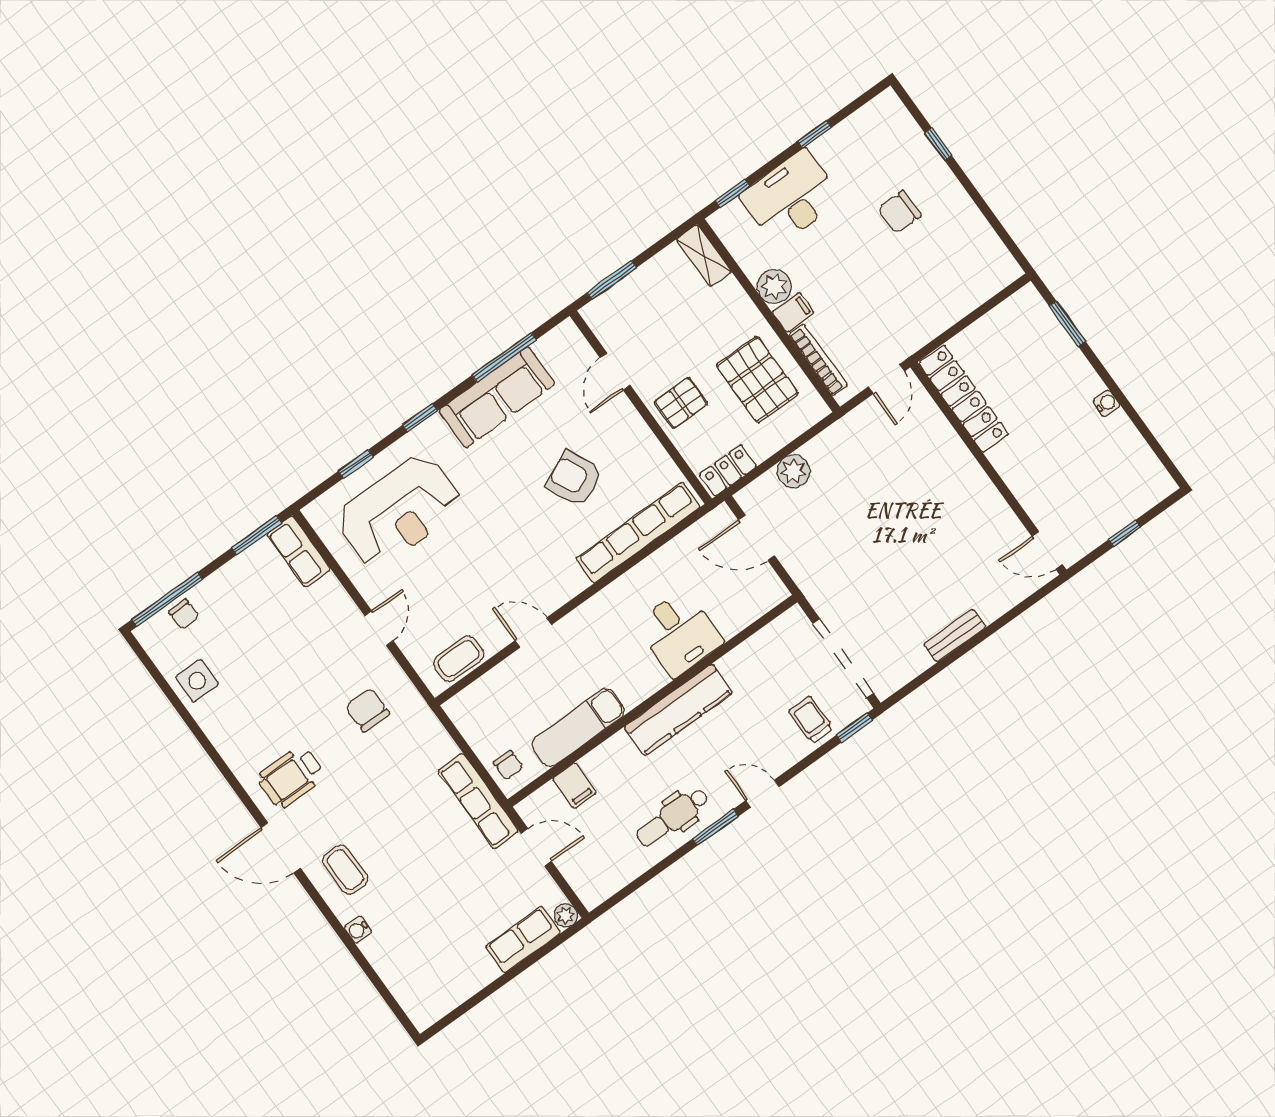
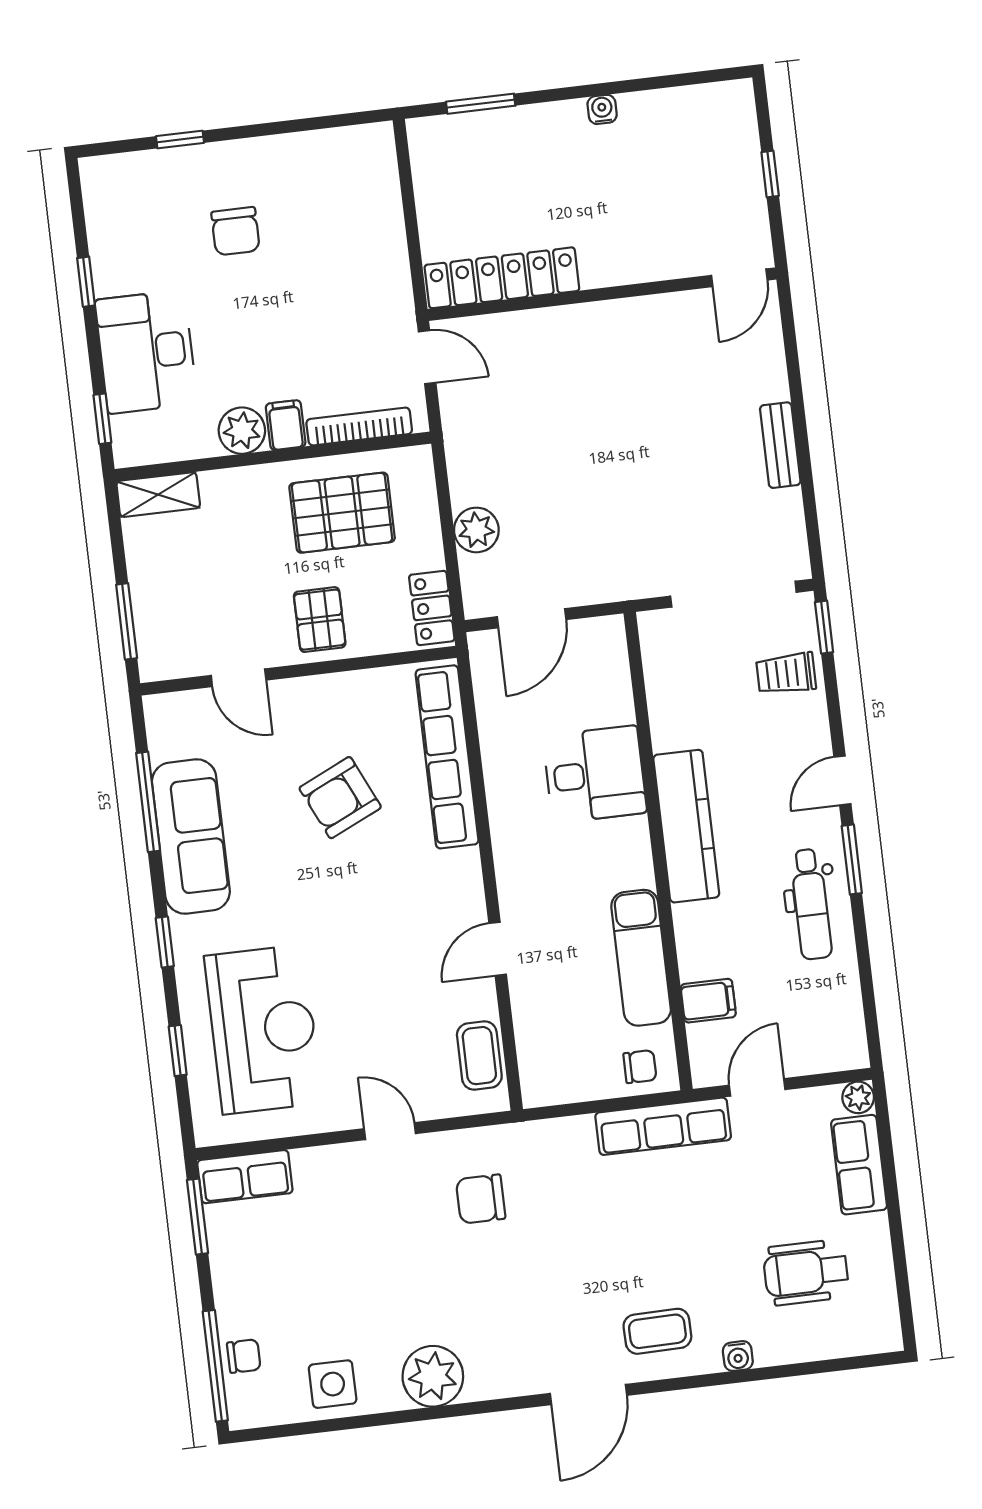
plant: (237, 742) -> (433, 1376), added
wheelchair: (291, 777) -> (806, 1272), moved, turned 90

